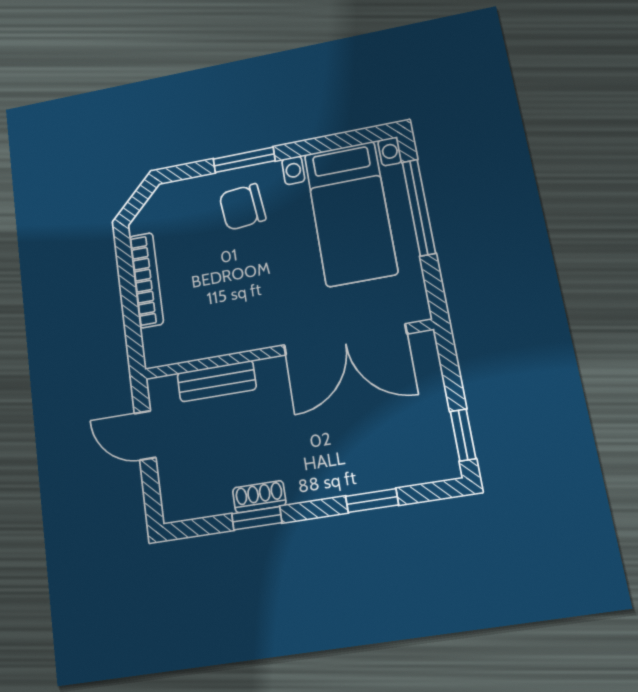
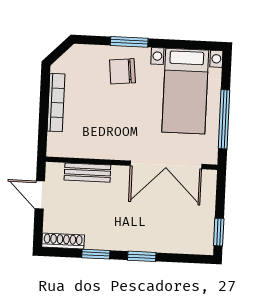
window: (419, 207) -> (224, 119), moved
shoe rack: (259, 497) -> (63, 241), moved, width x1.43
window: (372, 501) -> (142, 256), moved

